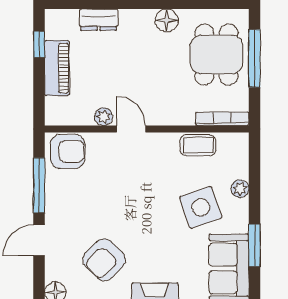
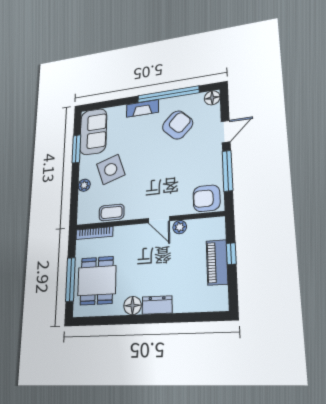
dresser: (99, 20) -> (157, 305), moved
window: (39, 44) -> (231, 254), moved

